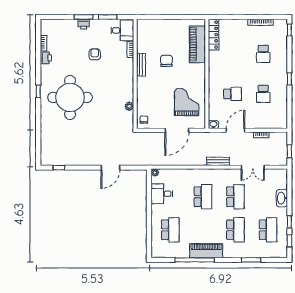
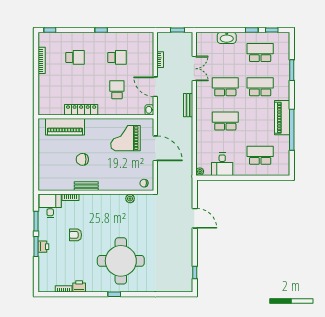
locker: (214, 35) -> (81, 110), moved

